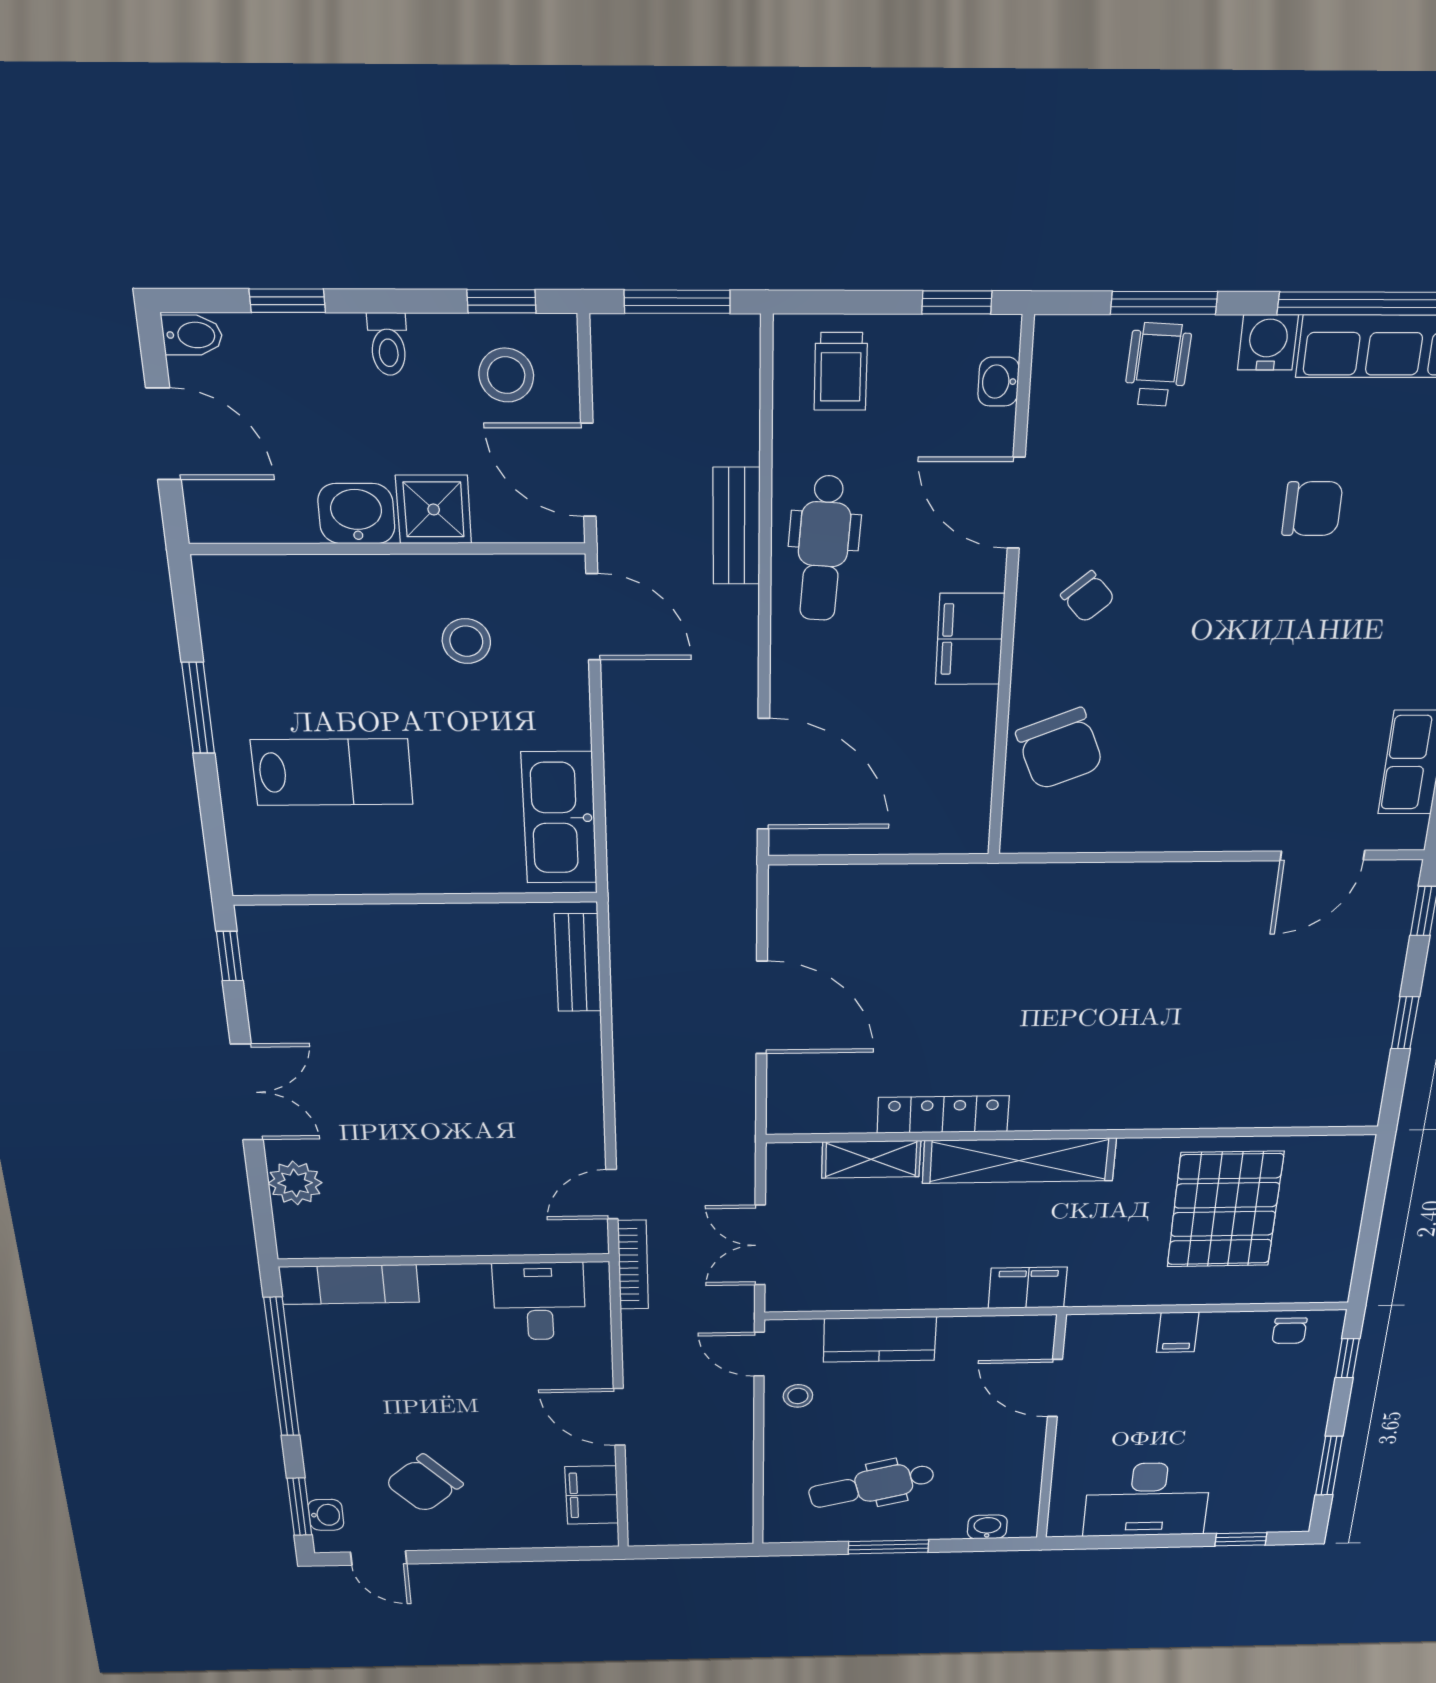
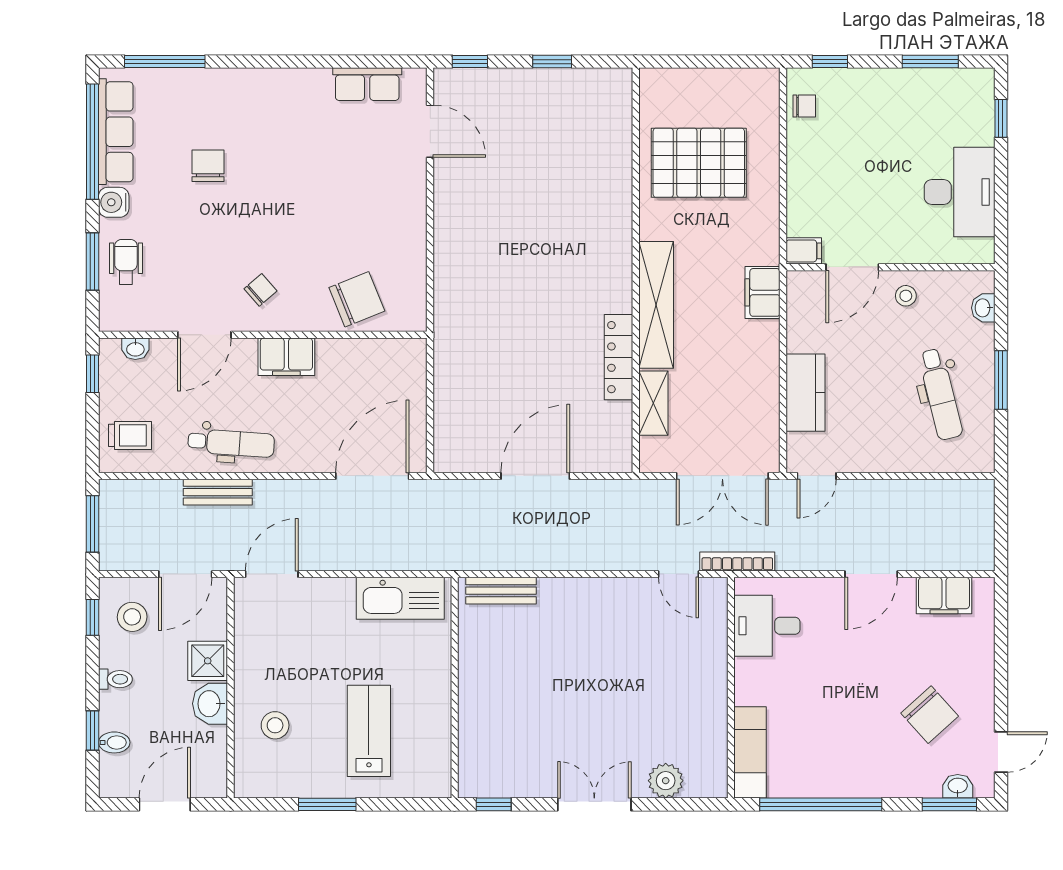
bidet: (192, 335) -> (114, 742), moved, turned 90
wheelchair: (1158, 365) -> (126, 262), turned 87
stool: (466, 641) -> (275, 725), moved
double door: (760, 1245) -> (722, 476), width x1.37
filing cabinet: (1178, 1332) -> (804, 251), moved
stool: (798, 1396) -> (906, 296), moved

